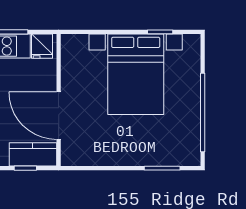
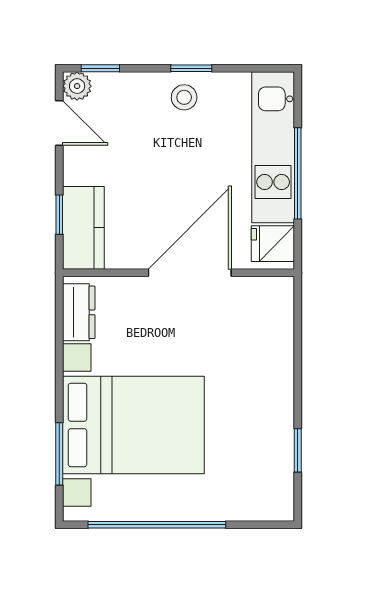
bed with nightstands: (136, 74) -> (133, 425), moved, turned 180
door: (59, 116) -> (190, 273), moved
dresser: (81, 157) -> (79, 312), added

